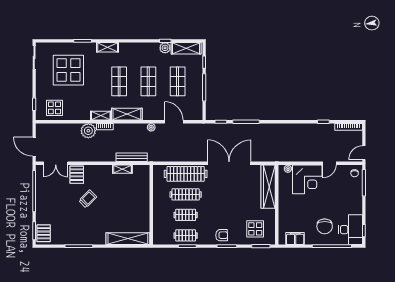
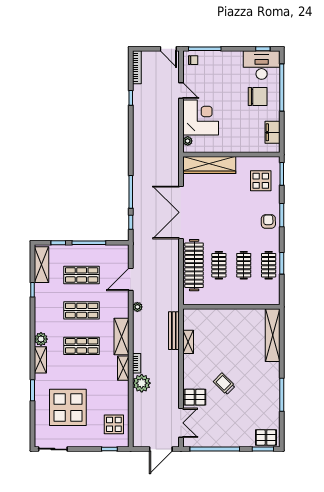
plant: (165, 48) -> (41, 339), moved
clothes rail: (186, 194) -> (219, 265), width x0.73

